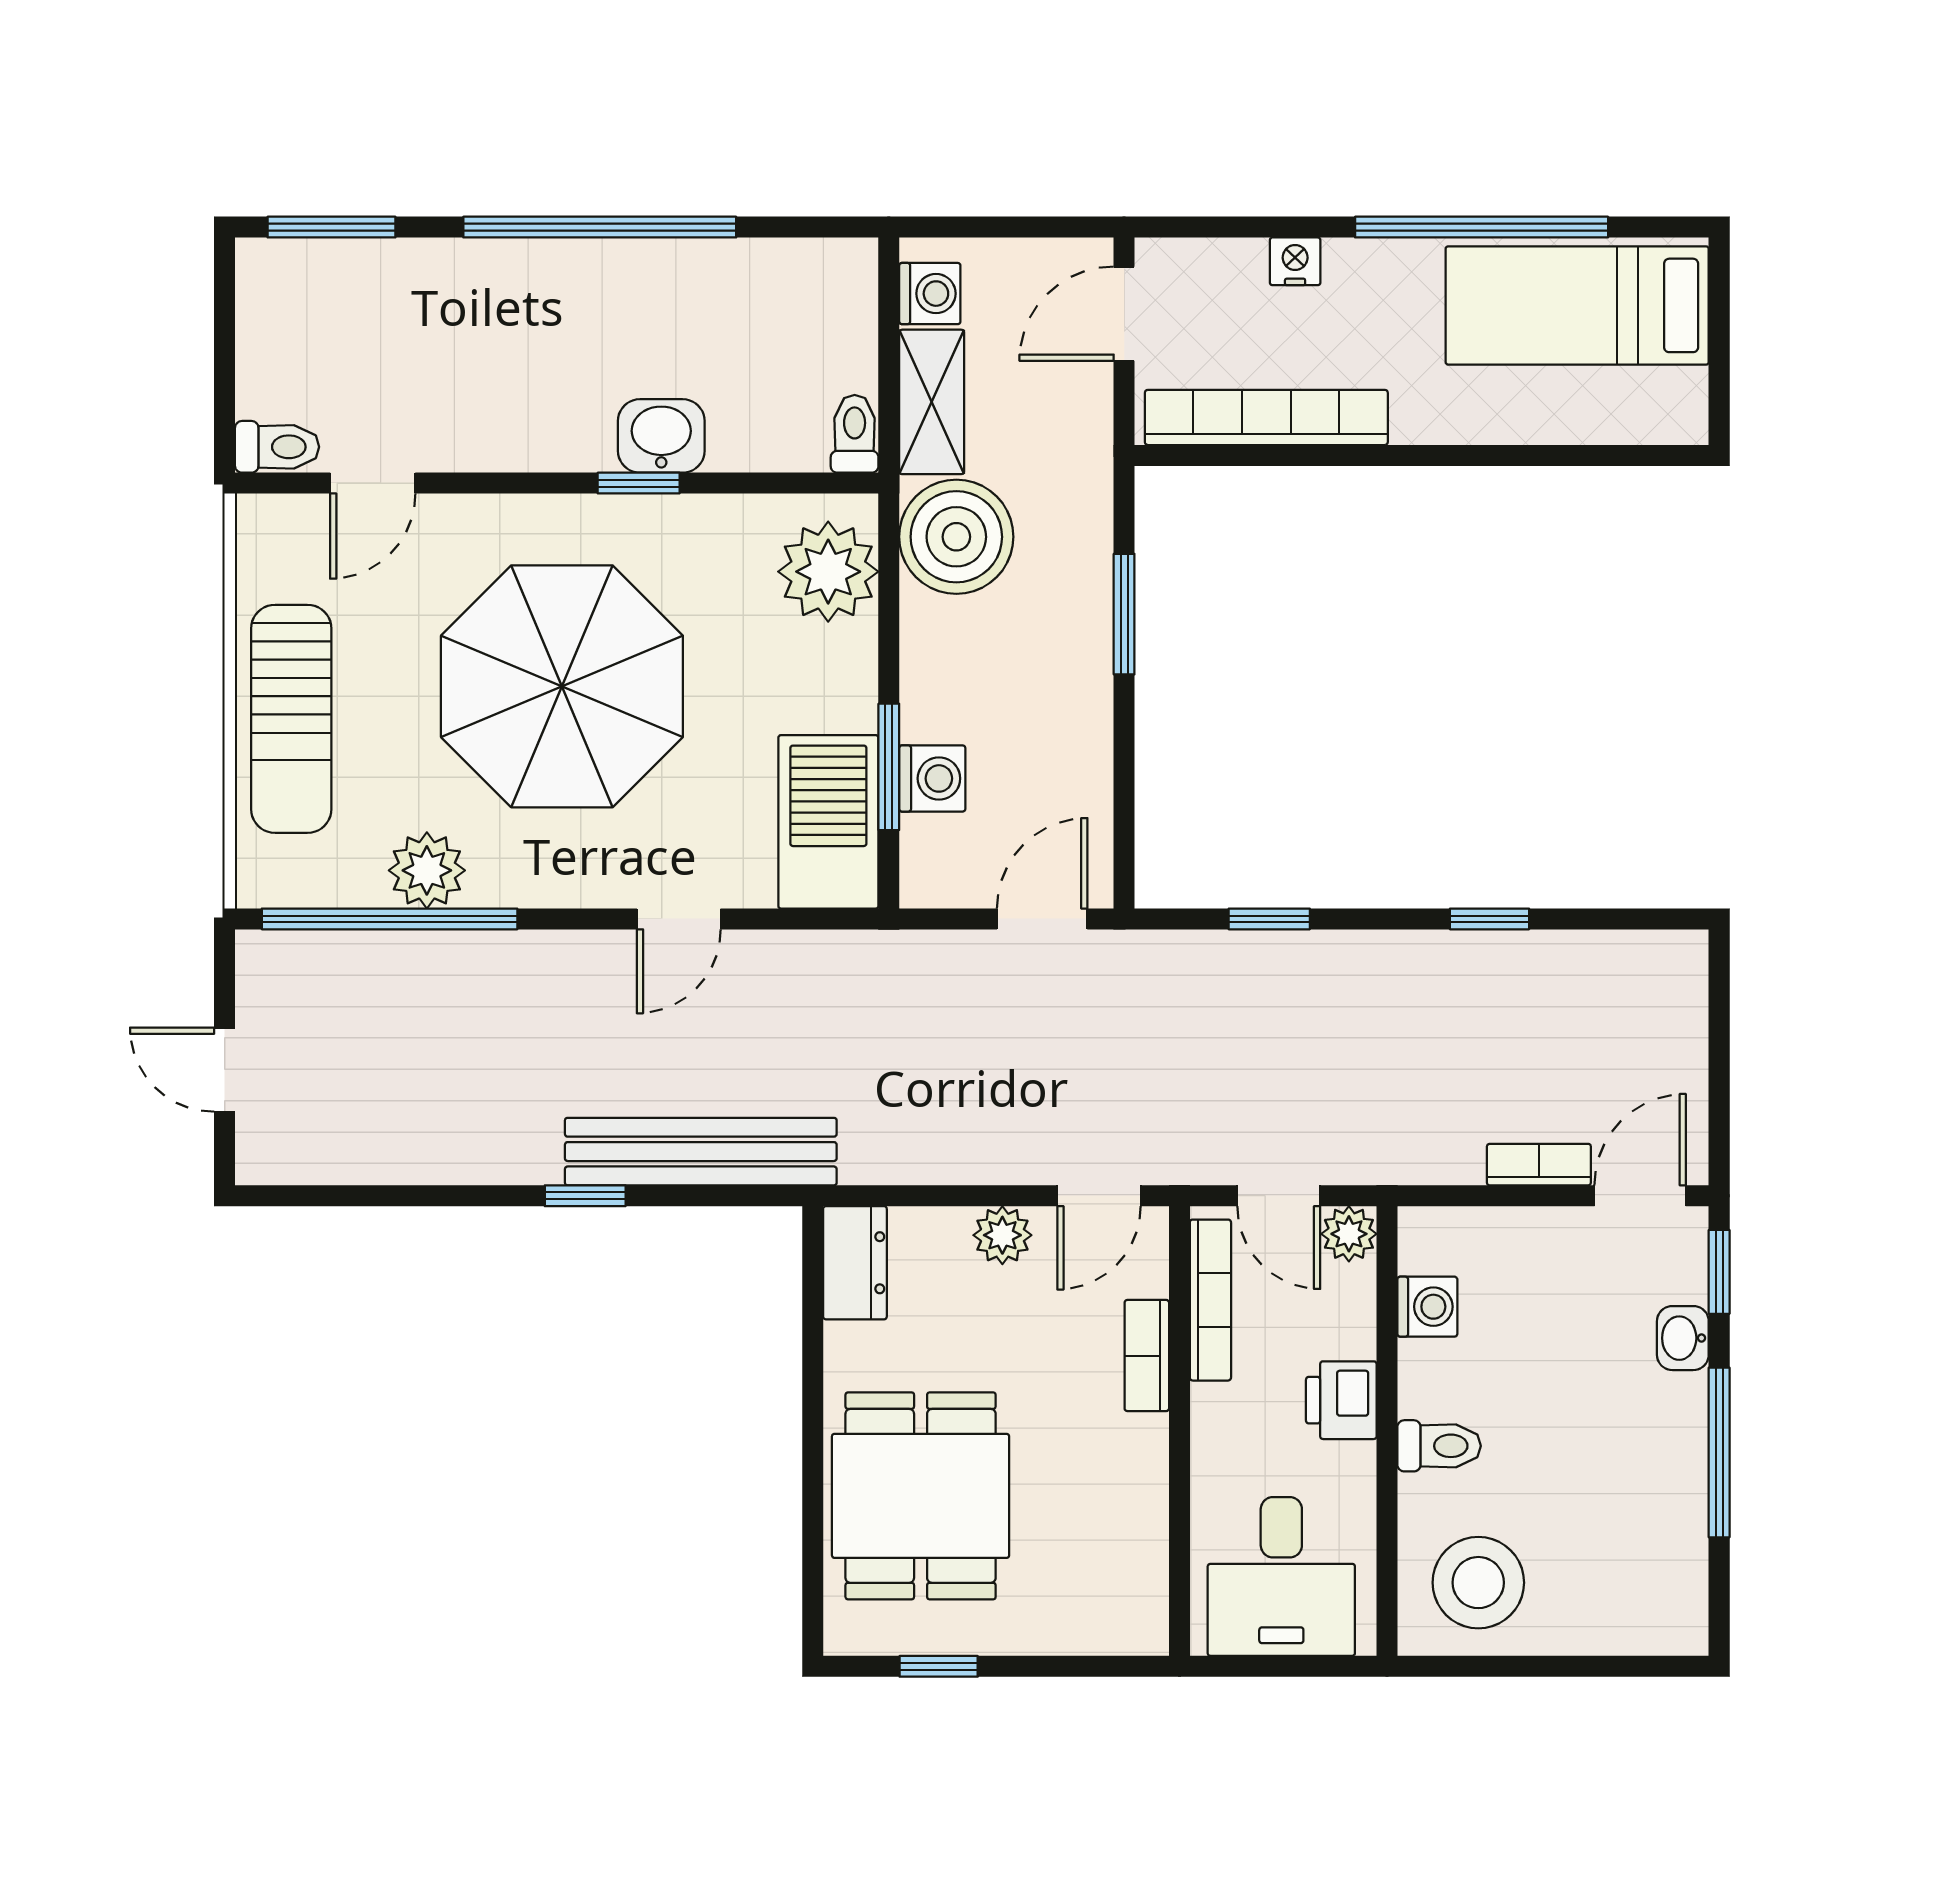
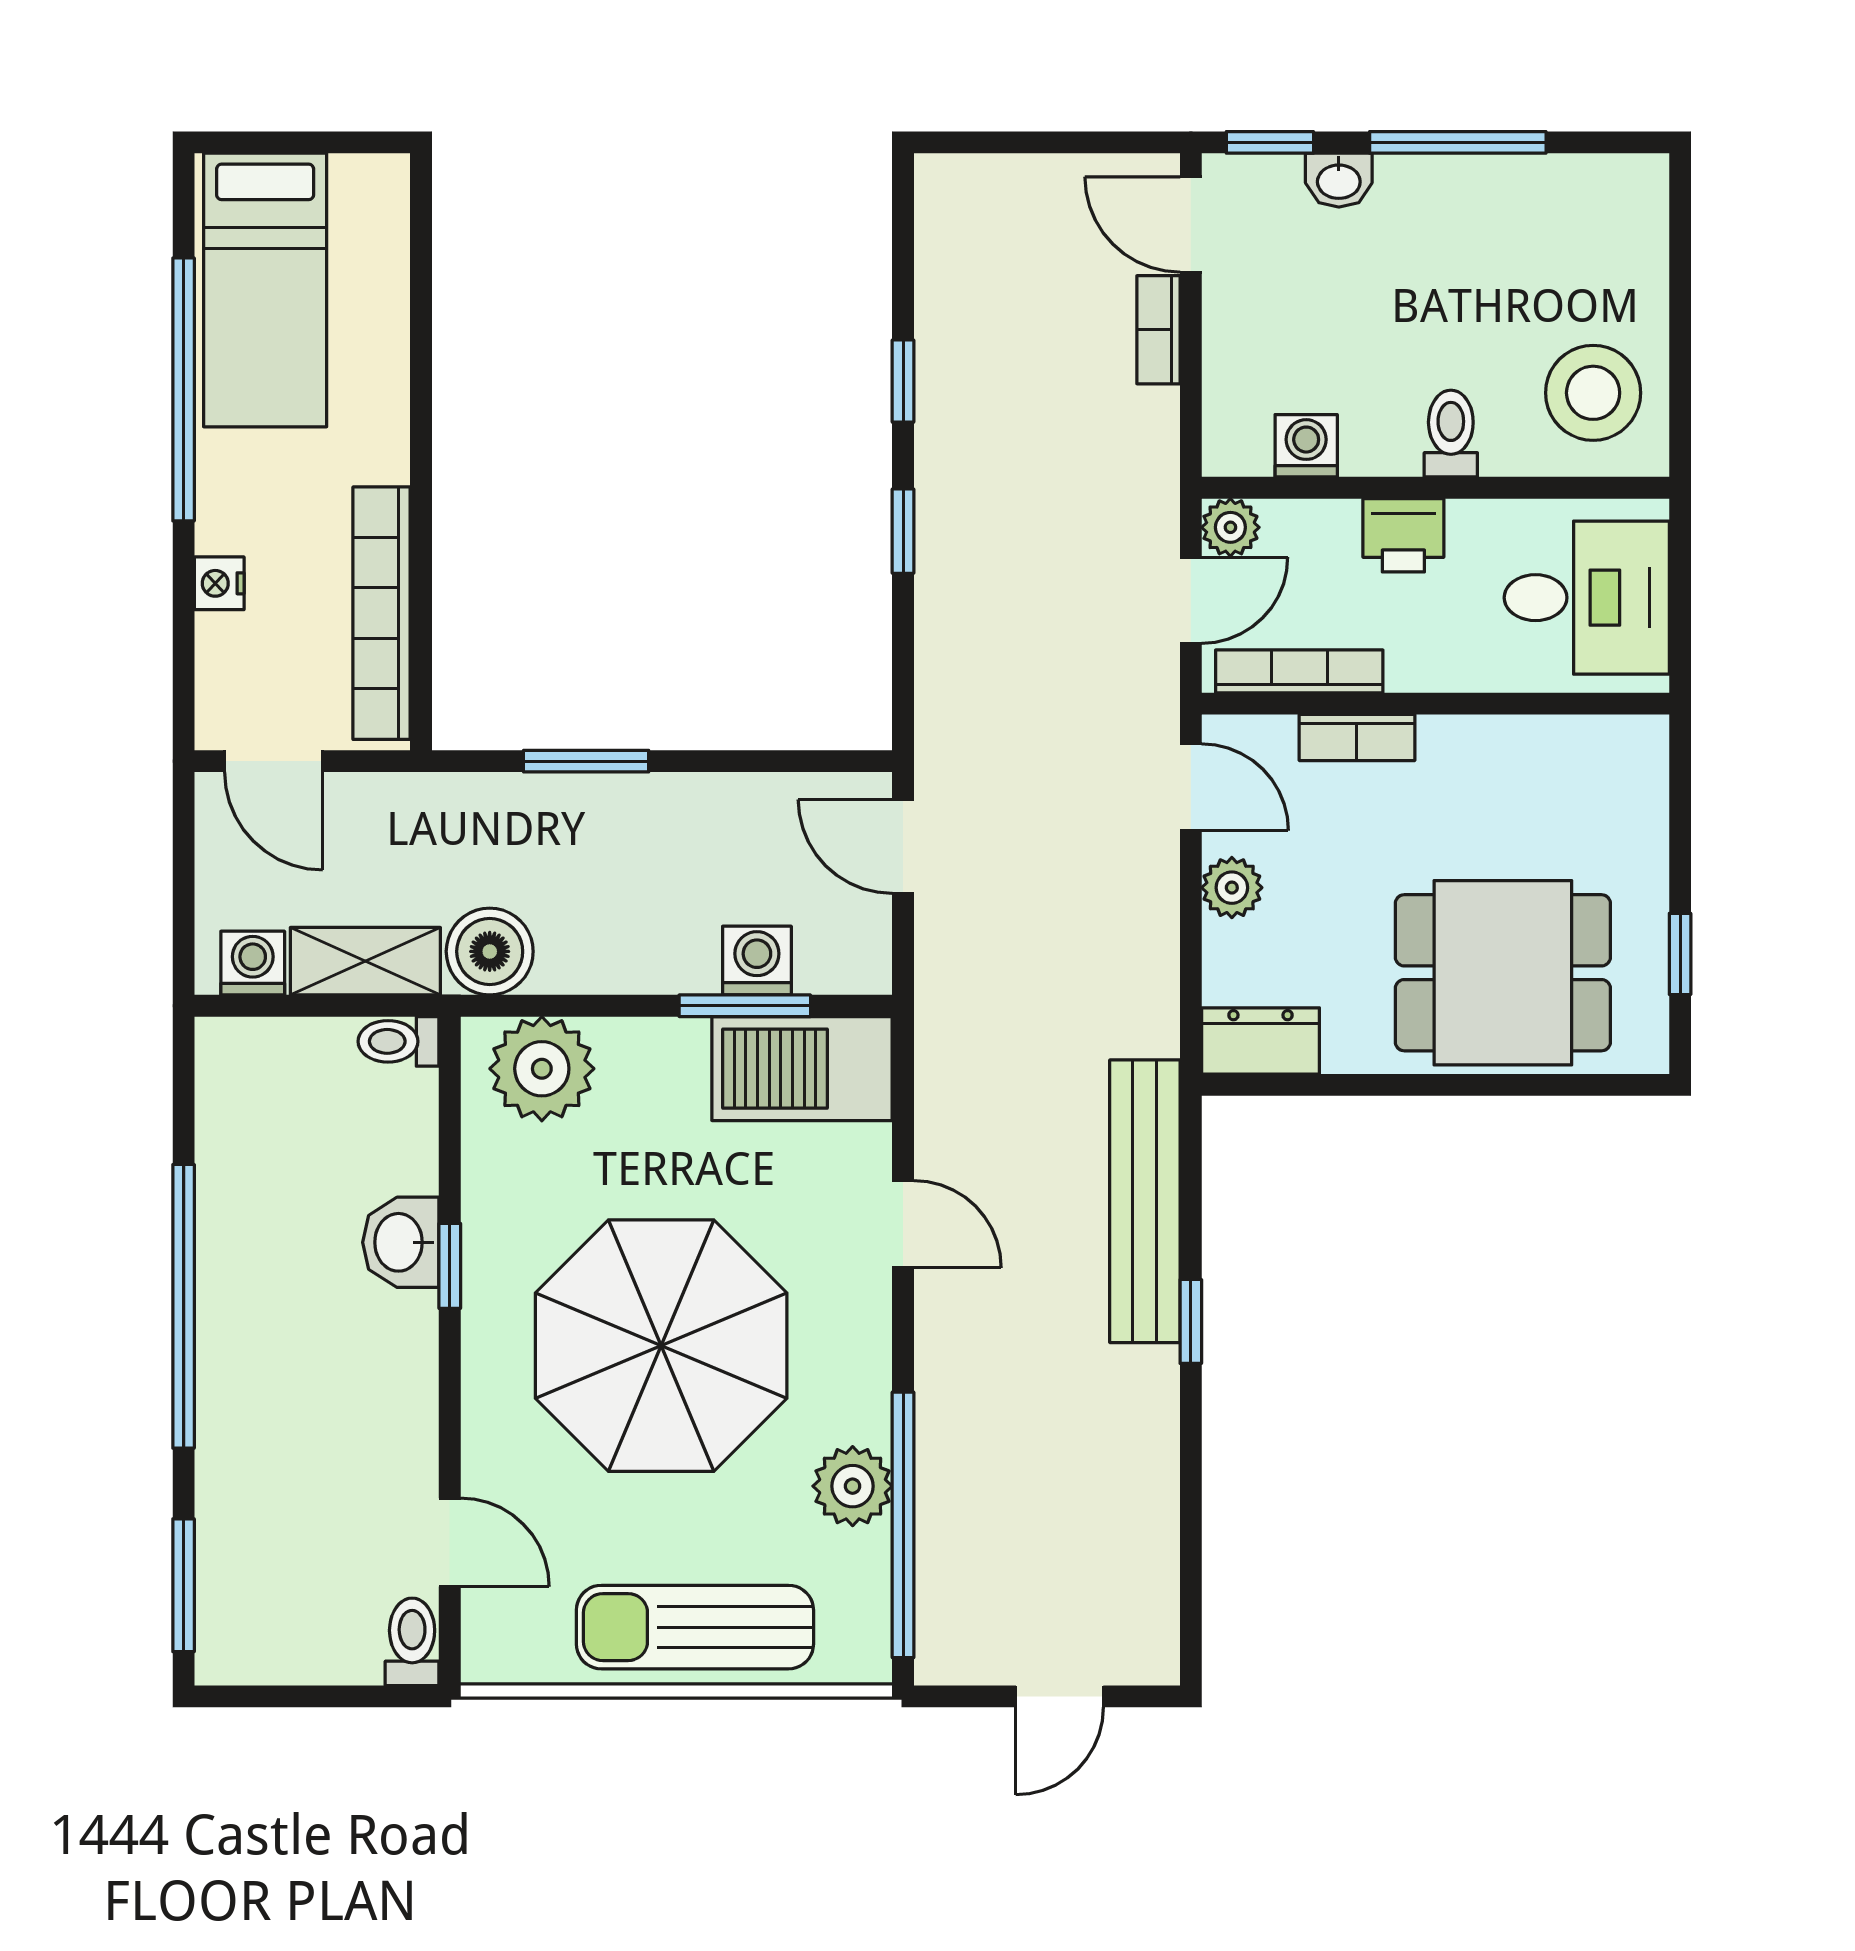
boiler: (956, 537) -> (490, 951), width x0.73, depth x0.73
sun lounger: (291, 719) -> (695, 1627), turned 180
window: (1269, 919) -> (903, 531), moved

